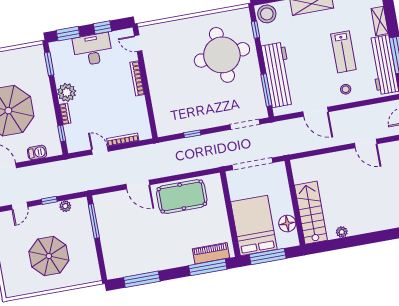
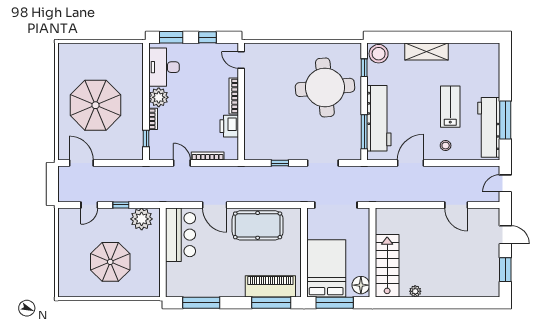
shelving: (380, 21) -> (493, 82), removed
desk: (93, 49) -> (164, 67), moved, turned -90
lab bench: (343, 52) -> (450, 107), turned 180
window: (49, 64) -> (146, 65), removed
printer: (138, 108) -> (229, 126), added
door: (315, 112) -> (410, 163), swing flipped
doorway: (245, 124) -> (323, 163), moved
barbecue: (37, 153) -> (117, 153), removed
plant: (65, 206) -> (142, 219), width x1.88, depth x1.88
bar counter: (111, 218) -> (181, 235), added
window: (94, 221) -> (163, 234), removed
floor lamp: (287, 223) -> (361, 285), moved
piano: (211, 253) -> (270, 286), width x1.37, depth x1.33

